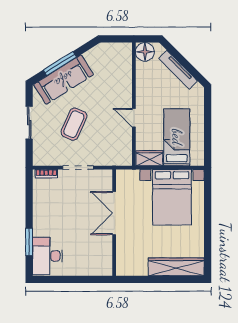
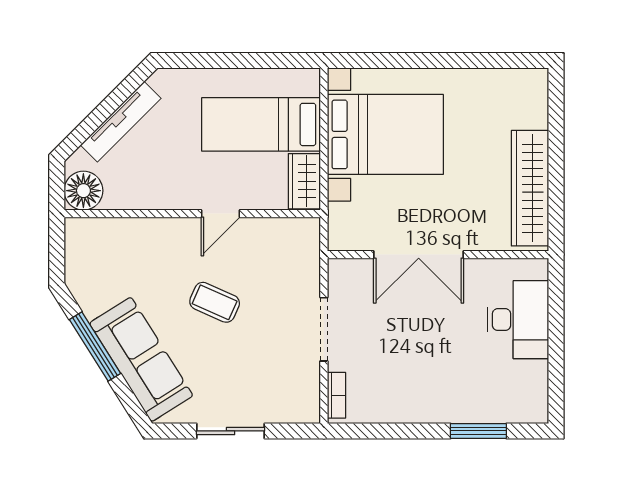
window: (60, 64) -> (95, 347), moved
coffee table: (74, 124) -> (215, 302), moved, width x0.73, depth x0.77
desk: (47, 256) -> (518, 320), moved, turned -90
wardrobe: (176, 267) -> (530, 188), moved

